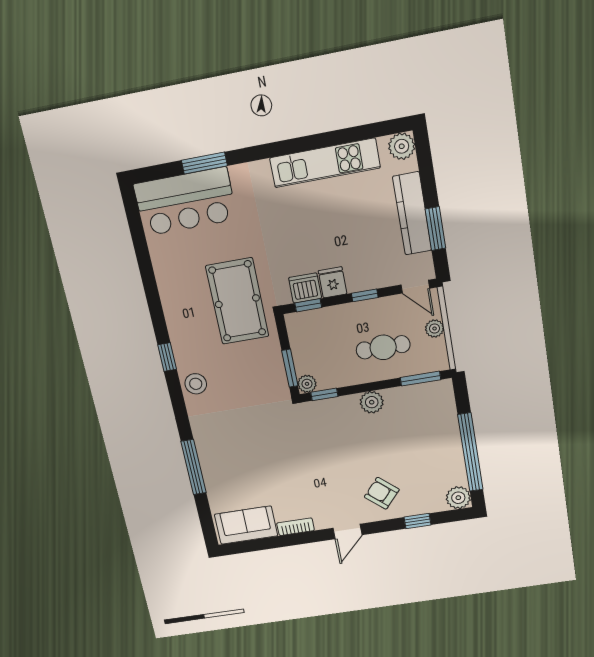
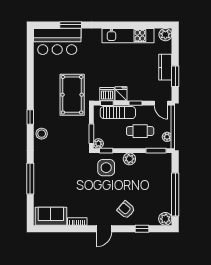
kitchen counter: (412, 214) -> (165, 67), width x0.67
sun lounger: (333, 320) -> (118, 113), added
plant: (435, 329) -> (167, 137), moved
side table: (330, 425) -> (106, 168), added

